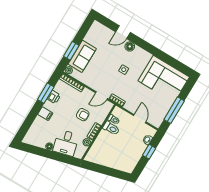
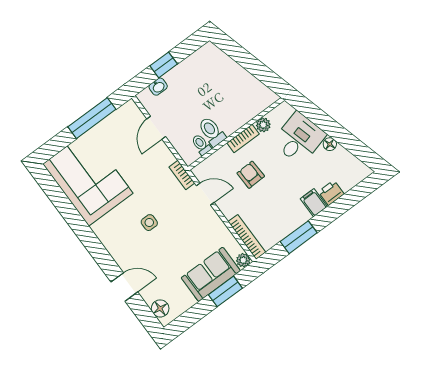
floor lamp: (130, 46) -> (160, 308), moved
printer: (54, 97) -> (331, 193), moved

